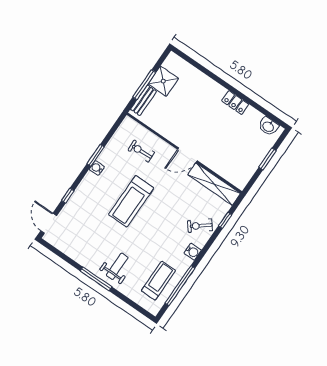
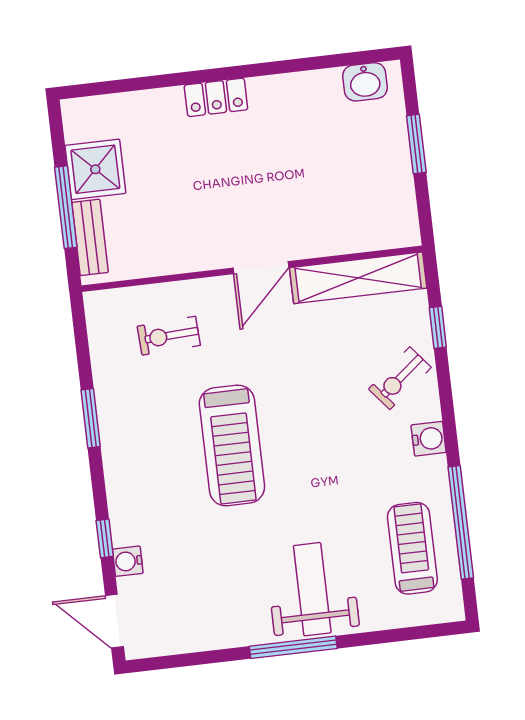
locker: (235, 103) -> (216, 97), moved
water cooler: (97, 168) -> (128, 561), moved
weight bench: (117, 266) -> (312, 589), width x1.36, depth x1.33

